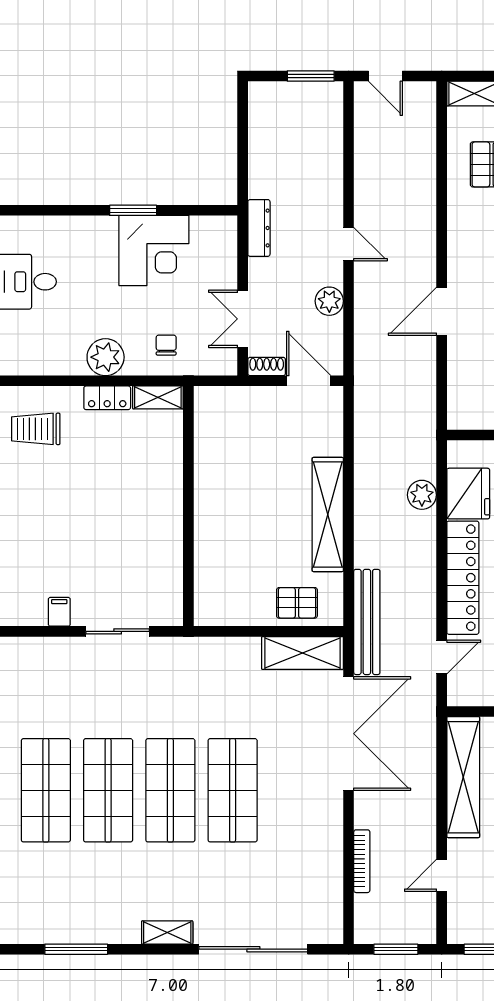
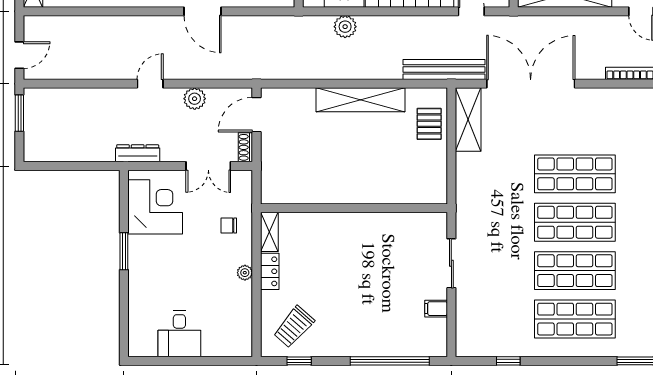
corner desk: (154, 251) -> (155, 207), moved
plant: (106, 357) -> (245, 273), width x0.53, depth x0.53
trolley: (36, 429) -> (294, 327), turned 41

